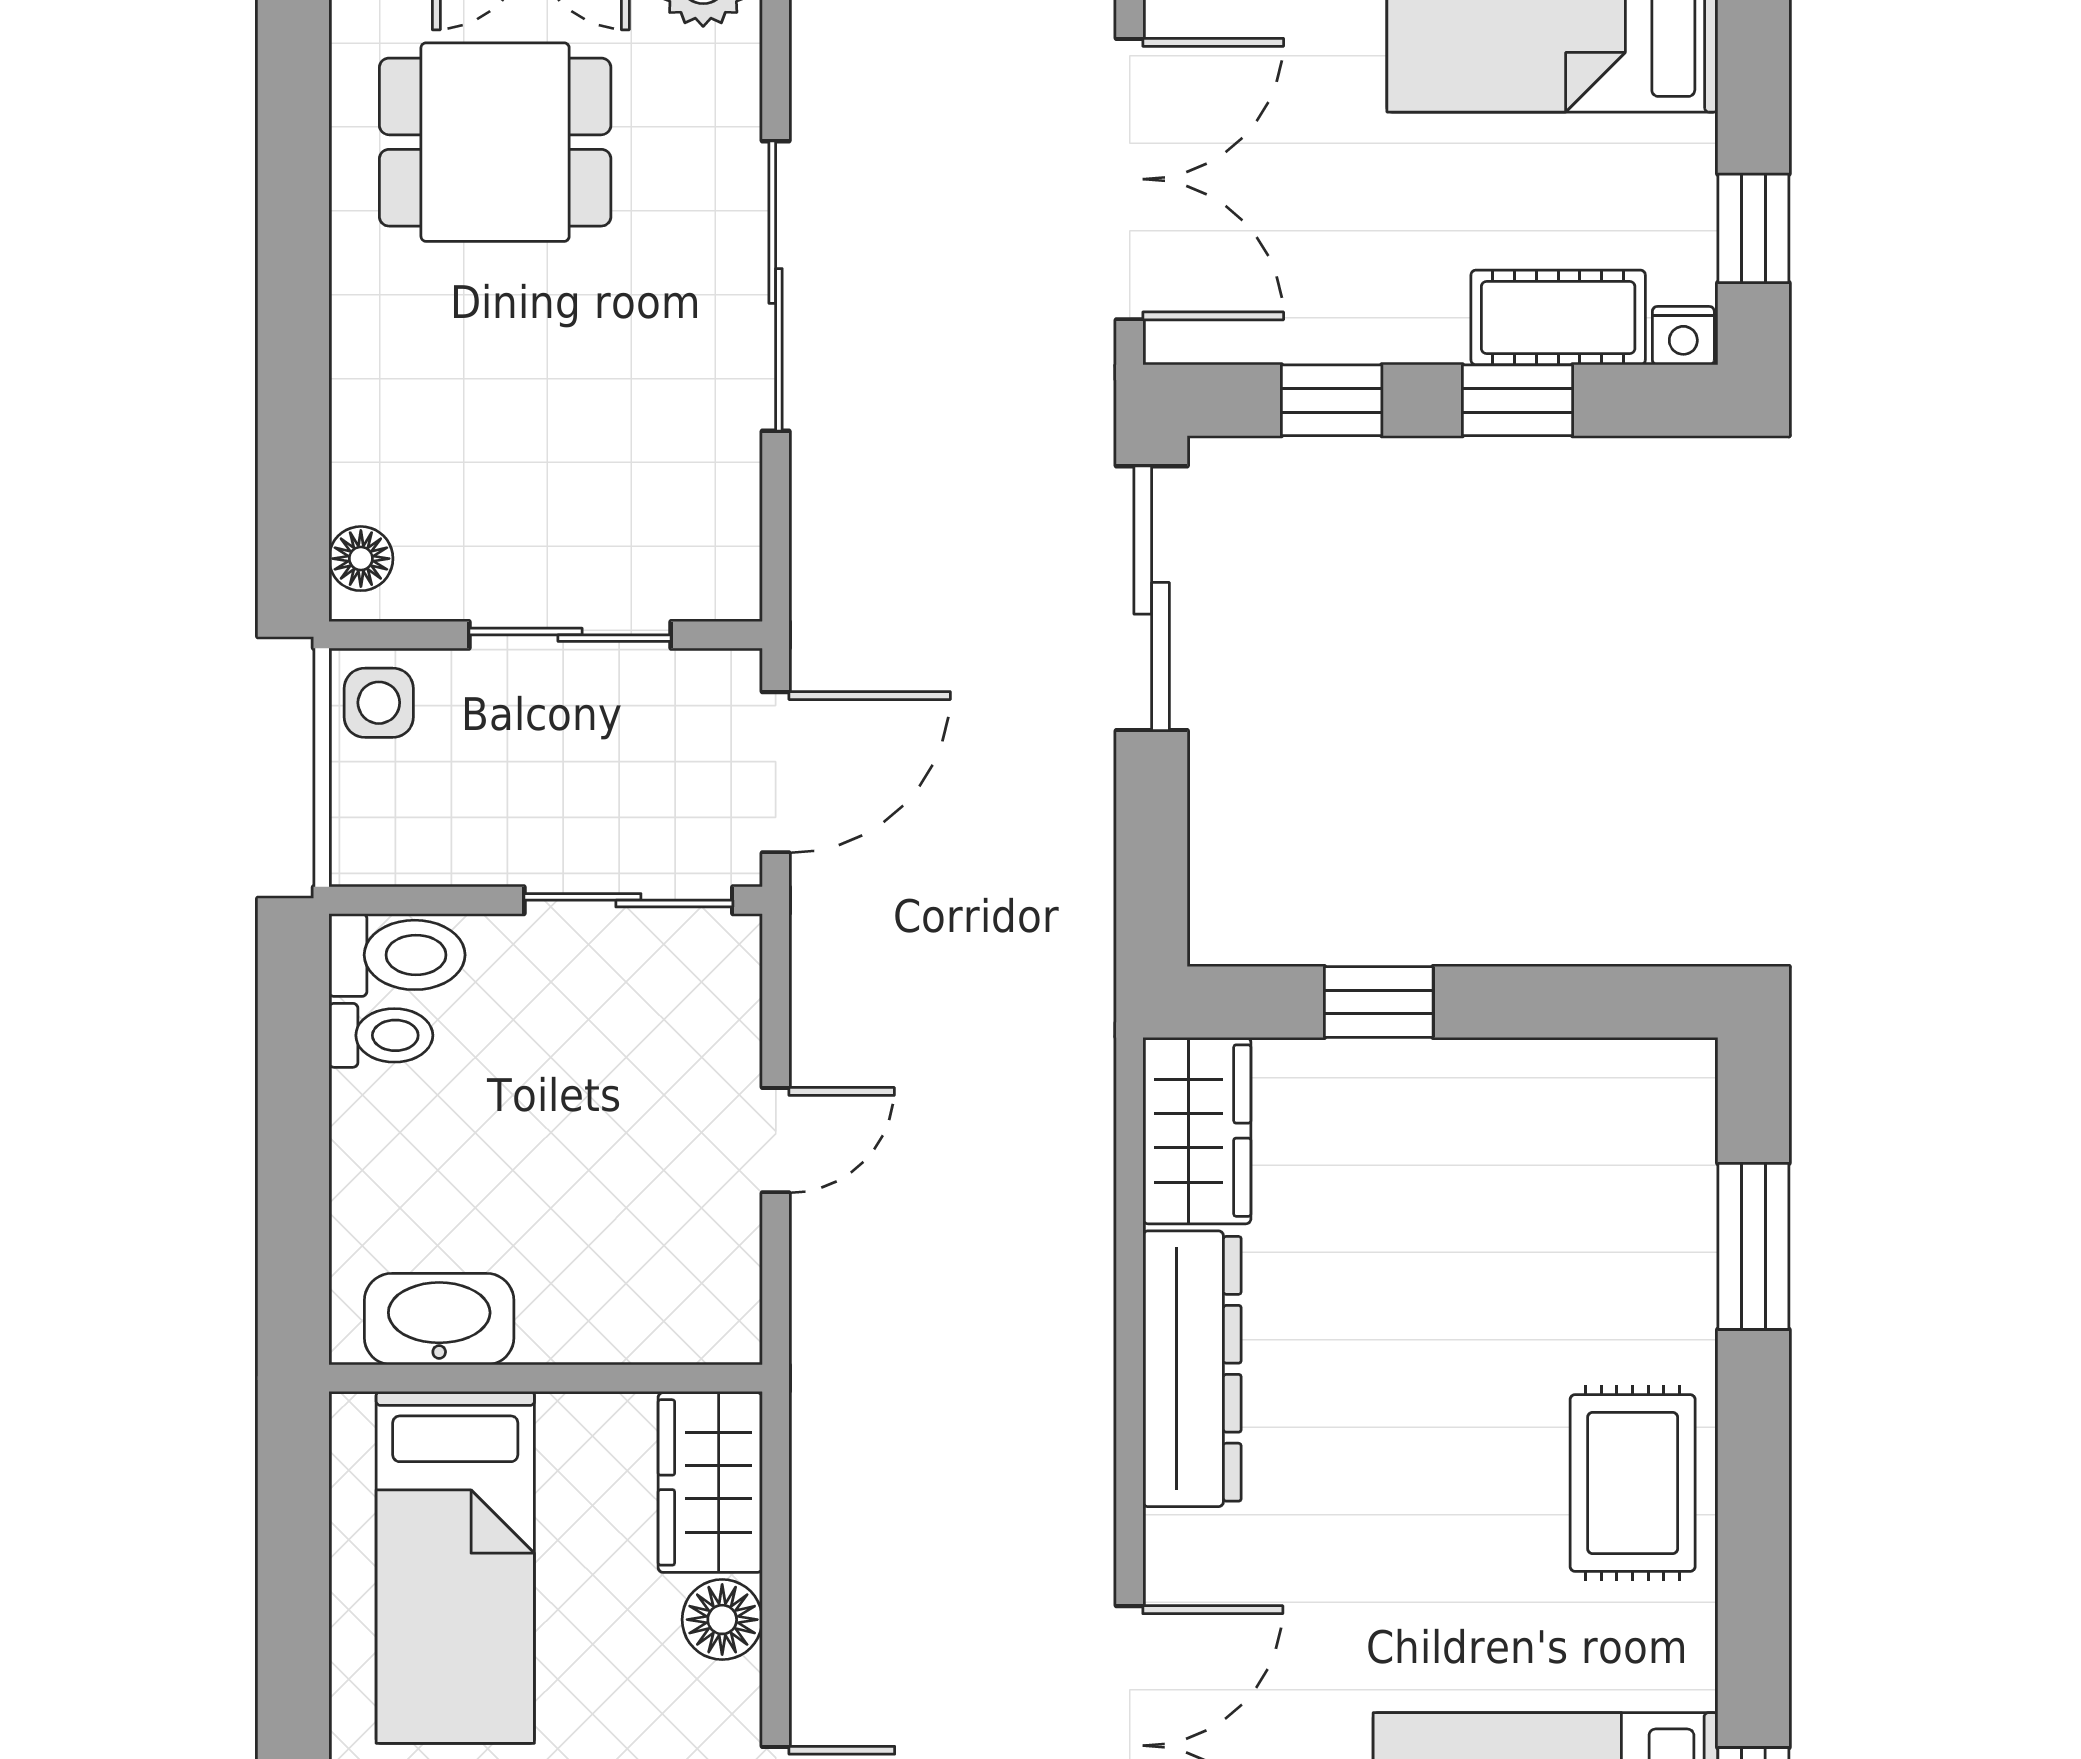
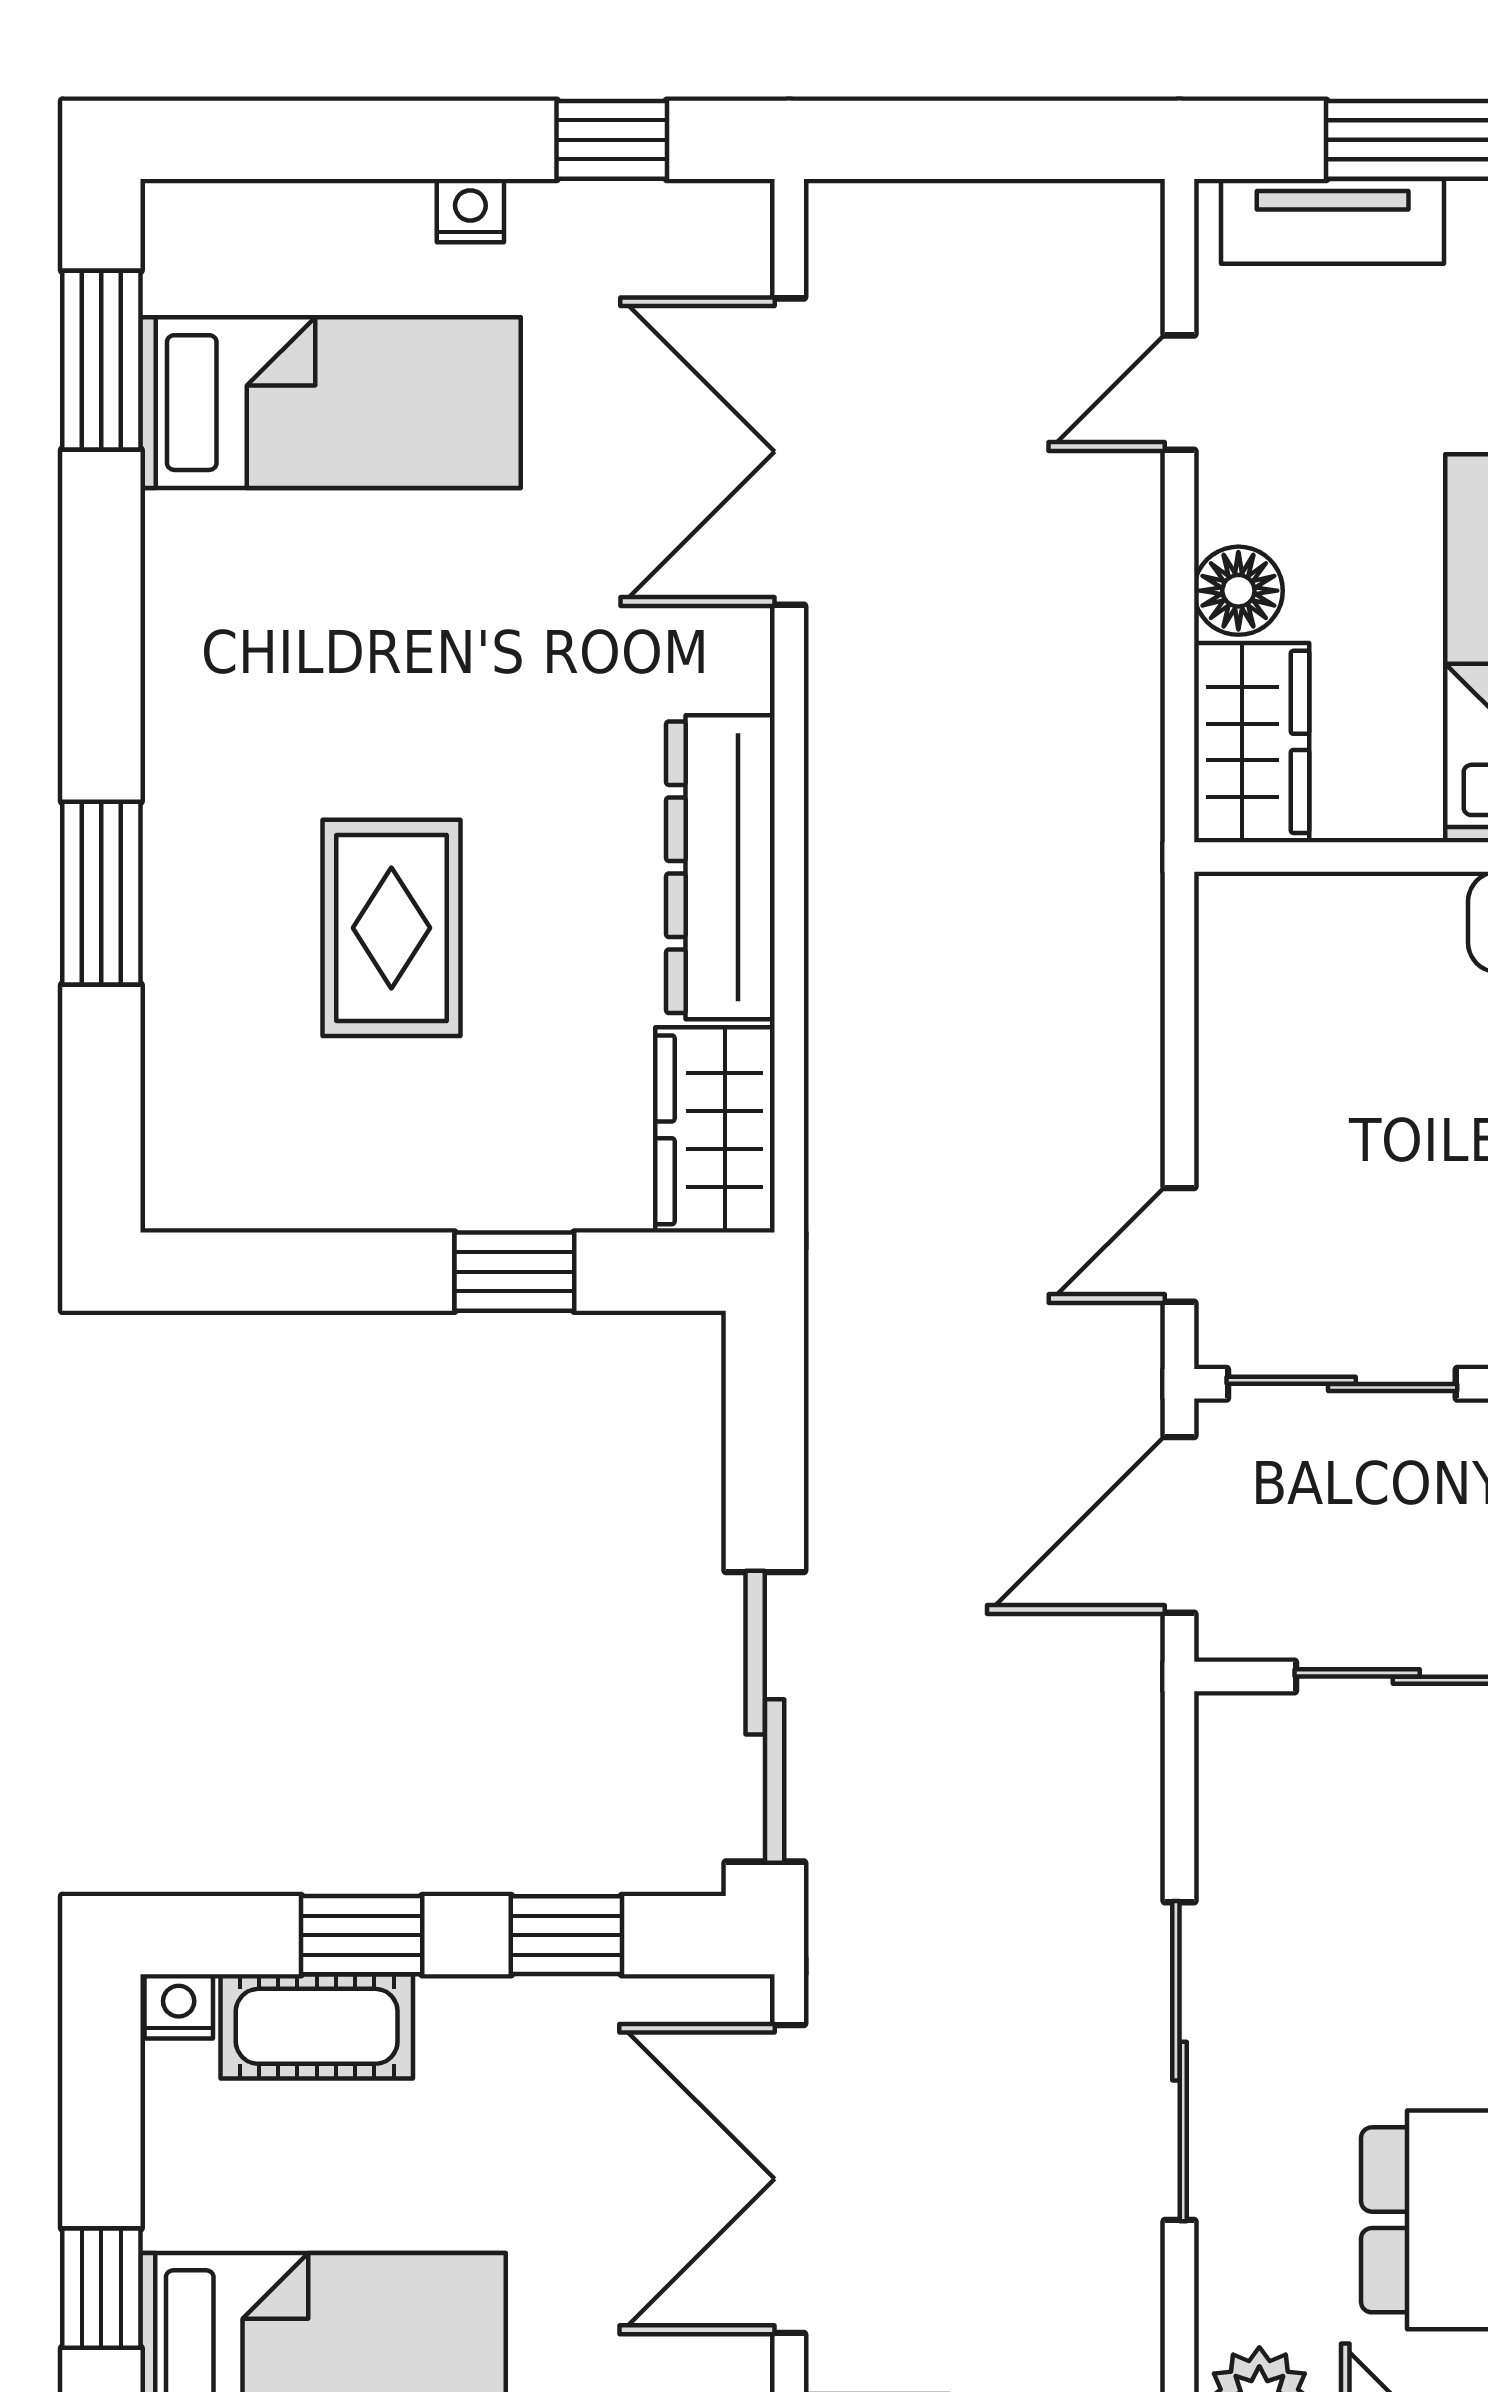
window: (1753, 228) -> (101, 2288), moved
door: (776, 1140) -> (1180, 1245), moved
window: (1753, 1246) -> (101, 893), moved
rug: (1633, 1483) -> (391, 928), moved

